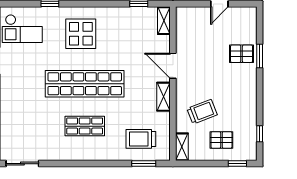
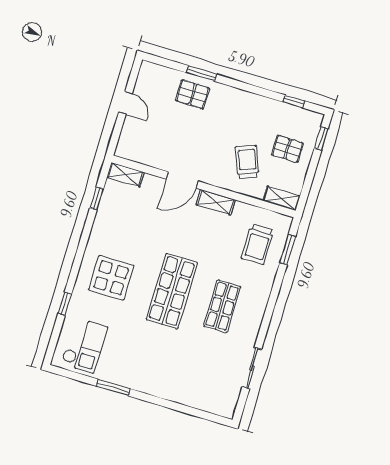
pallet: (242, 54) -> (193, 94), turned 90
shop shelf: (85, 84) -> (172, 291), width x0.71
pallet: (221, 140) -> (288, 149), turned 90
sliding door: (22, 164) -> (252, 368), moved

